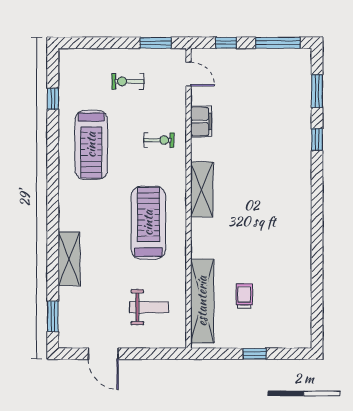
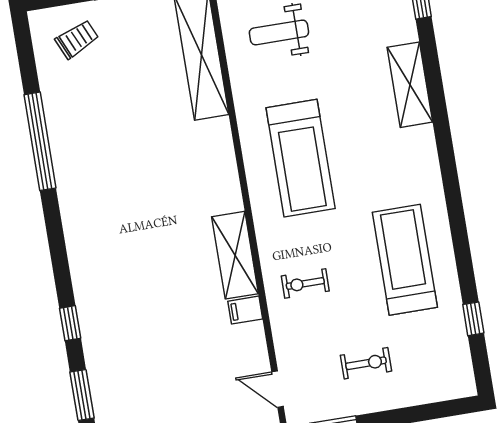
filing cabinet: (201, 121) -> (245, 310), width x0.50
shelving: (202, 189) -> (235, 255), moved
window: (317, 262) -> (40, 141), added
trolley: (244, 296) -> (77, 39), moved, turned -114

